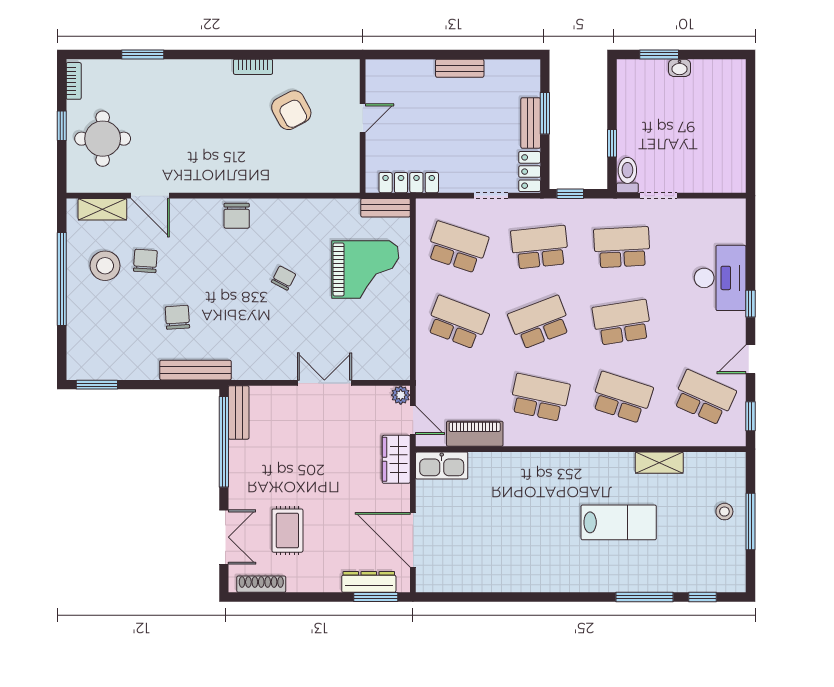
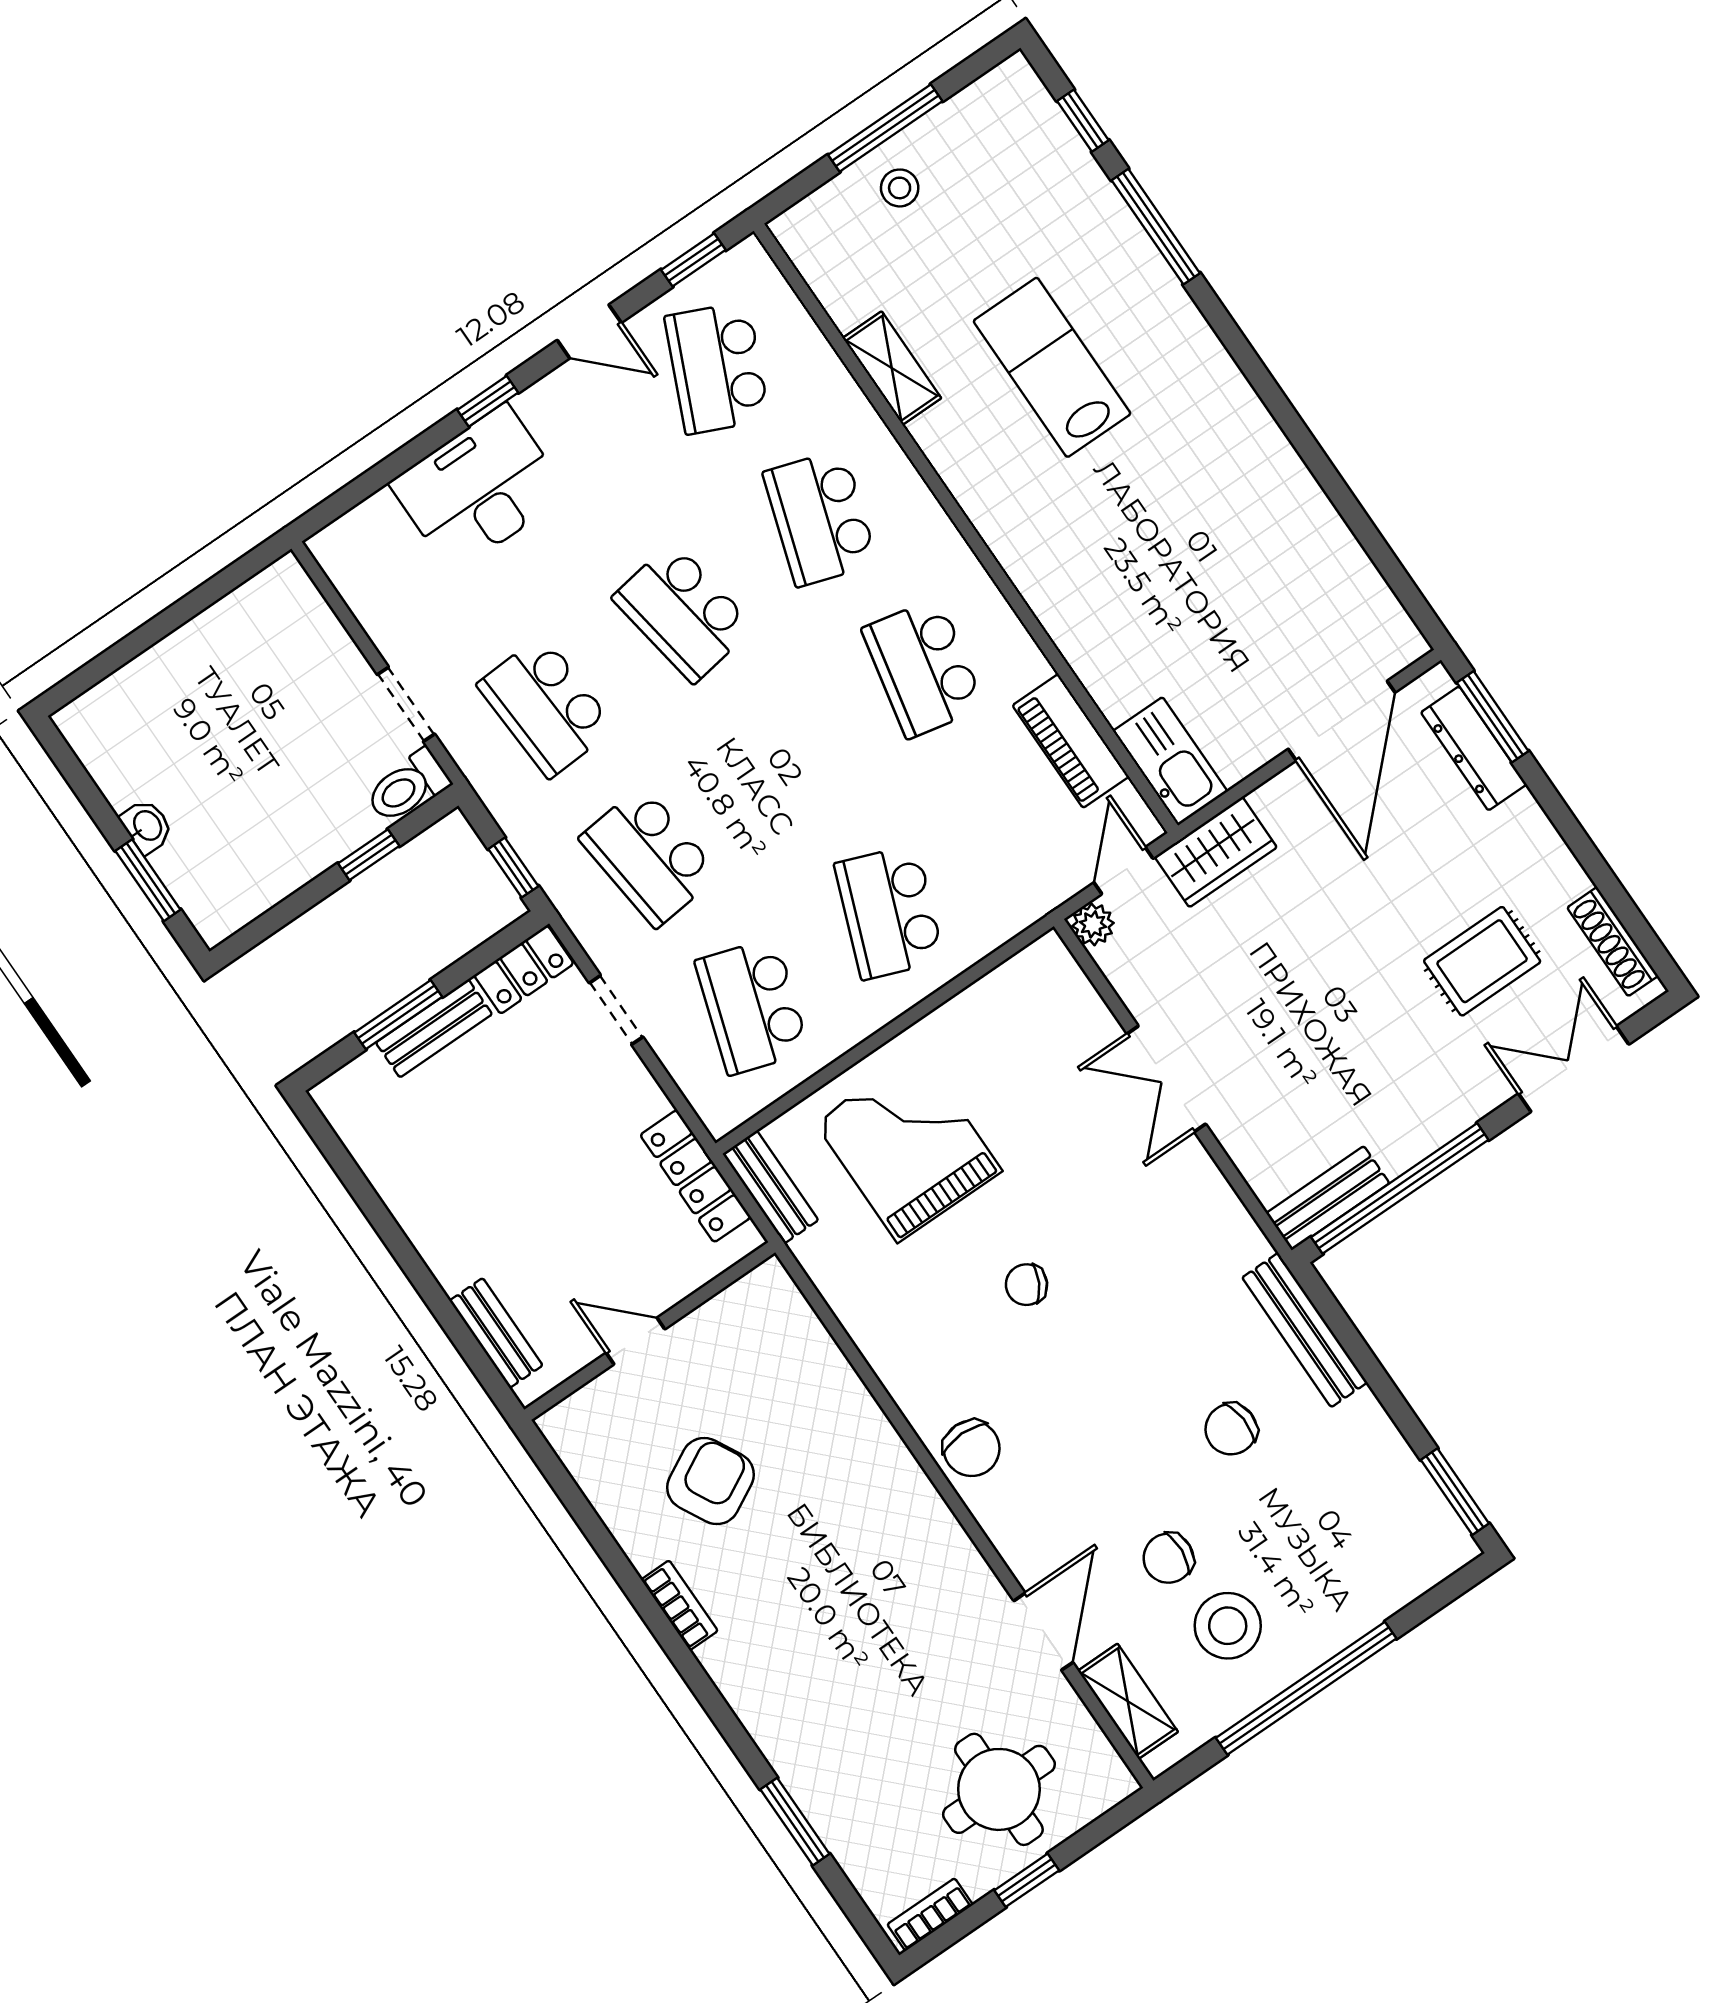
bench: (460, 68) -> (496, 1333), moved
chair: (237, 216) -> (972, 1448), turned 90
school desk: (540, 322) -> (786, 762), removed

